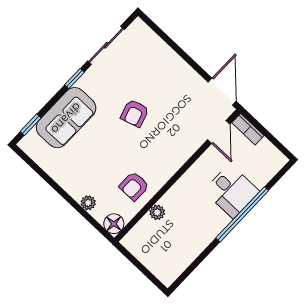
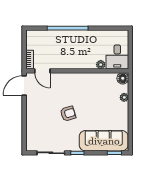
sofa: (66, 118) -> (104, 141), width x1.36
door: (219, 132) -> (42, 71), swing flipped
armchair: (134, 186) -> (99, 85), removed
desk: (231, 191) -> (117, 57), moved, turned 180

